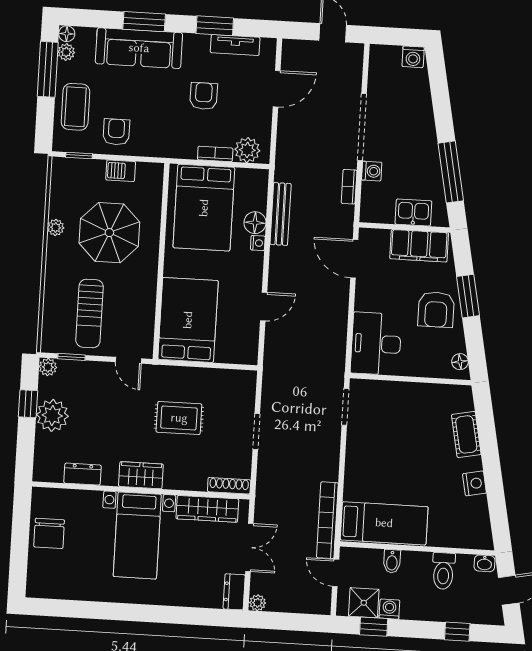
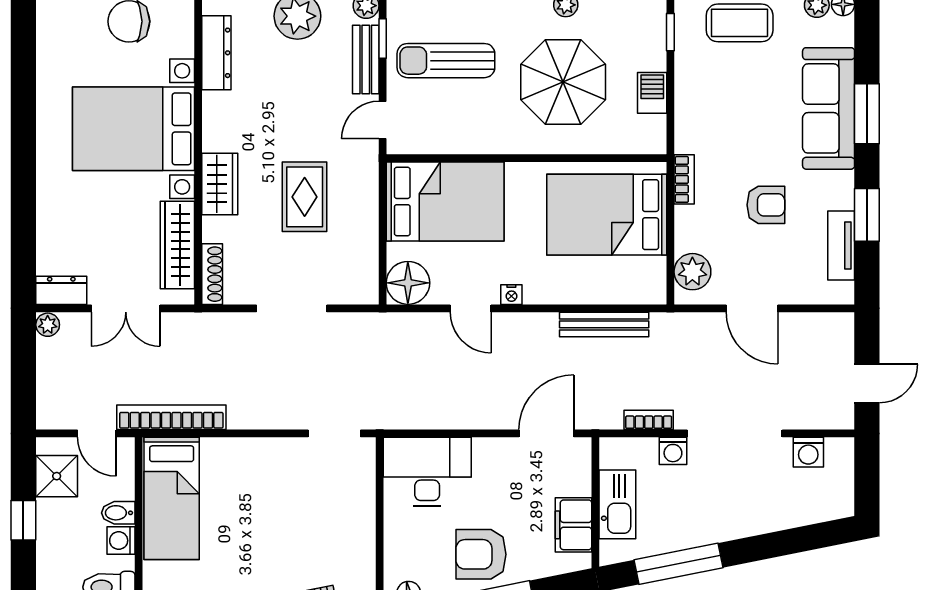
washing machine: (413, 57) -> (808, 452), moved, turned -90
door: (277, 89) -> (752, 308), moved
armchair: (116, 132) -> (707, 83), removed
bookcase: (215, 154) -> (684, 179), moved
kitchen sink: (413, 213) -> (617, 504), width x1.38
floor lamp: (255, 223) -> (408, 283), moved, width x1.38, depth x1.38
nightstand: (258, 243) -> (511, 295), moved
filing cabinet: (419, 246) -> (573, 525), width x0.67, depth x0.86
bench: (85, 369) -> (366, 60), added
doorway: (256, 432) -> (292, 308), width x1.38
dresser: (82, 474) -> (216, 53), width x1.44
wardrobe: (141, 475) -> (220, 184), moved
bed with nightstands: (137, 535) -> (134, 129), width x1.36
door: (336, 573) -> (97, 433), swing flipped
washing machine: (389, 609) -> (121, 541), moved, turned 180
window: (374, 627) -> (23, 520), moved

